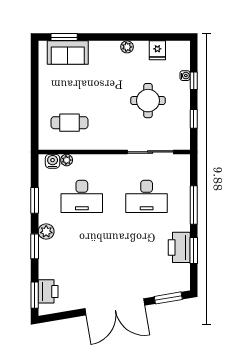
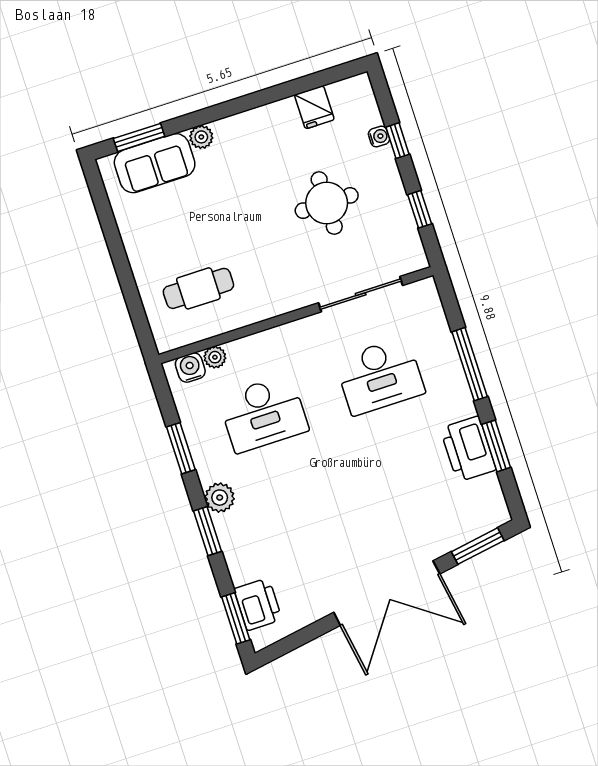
plant: (127, 47) -> (201, 137), moved

